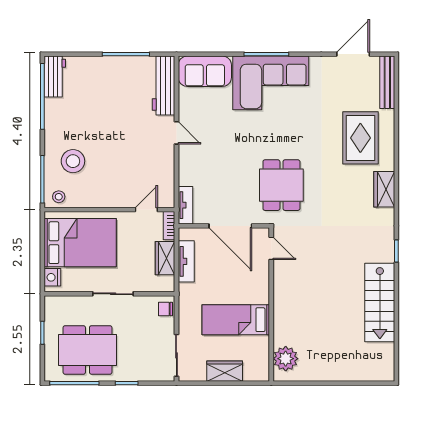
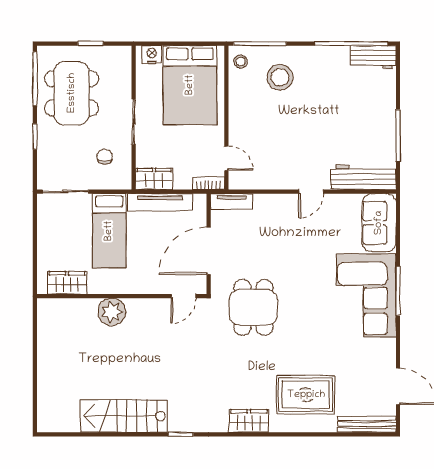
dining table: (281, 185) -> (253, 307), turned 90
wardrobe: (165, 258) -> (154, 179), moved
tv unit: (186, 261) -> (160, 202), width x1.41
chair: (166, 309) -> (105, 157), moved
bed: (236, 320) -> (109, 231), moved, turned 180
plant: (286, 359) -> (112, 312), moved
wardrobe: (225, 371) -> (67, 283), moved, turned -90

